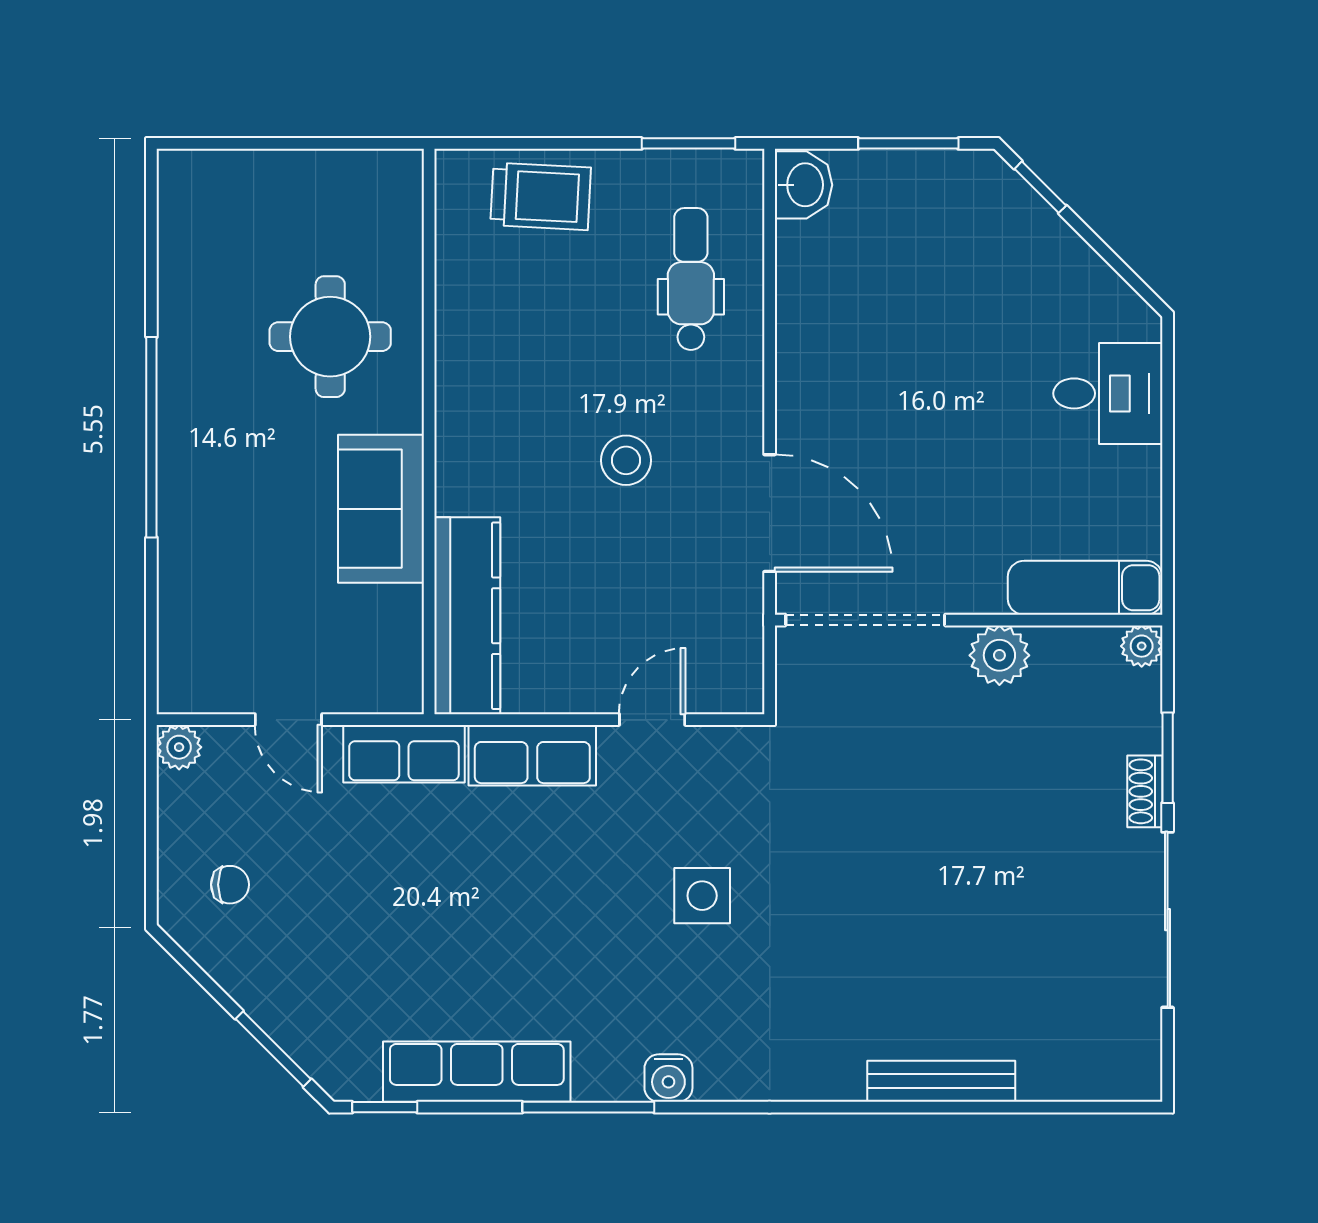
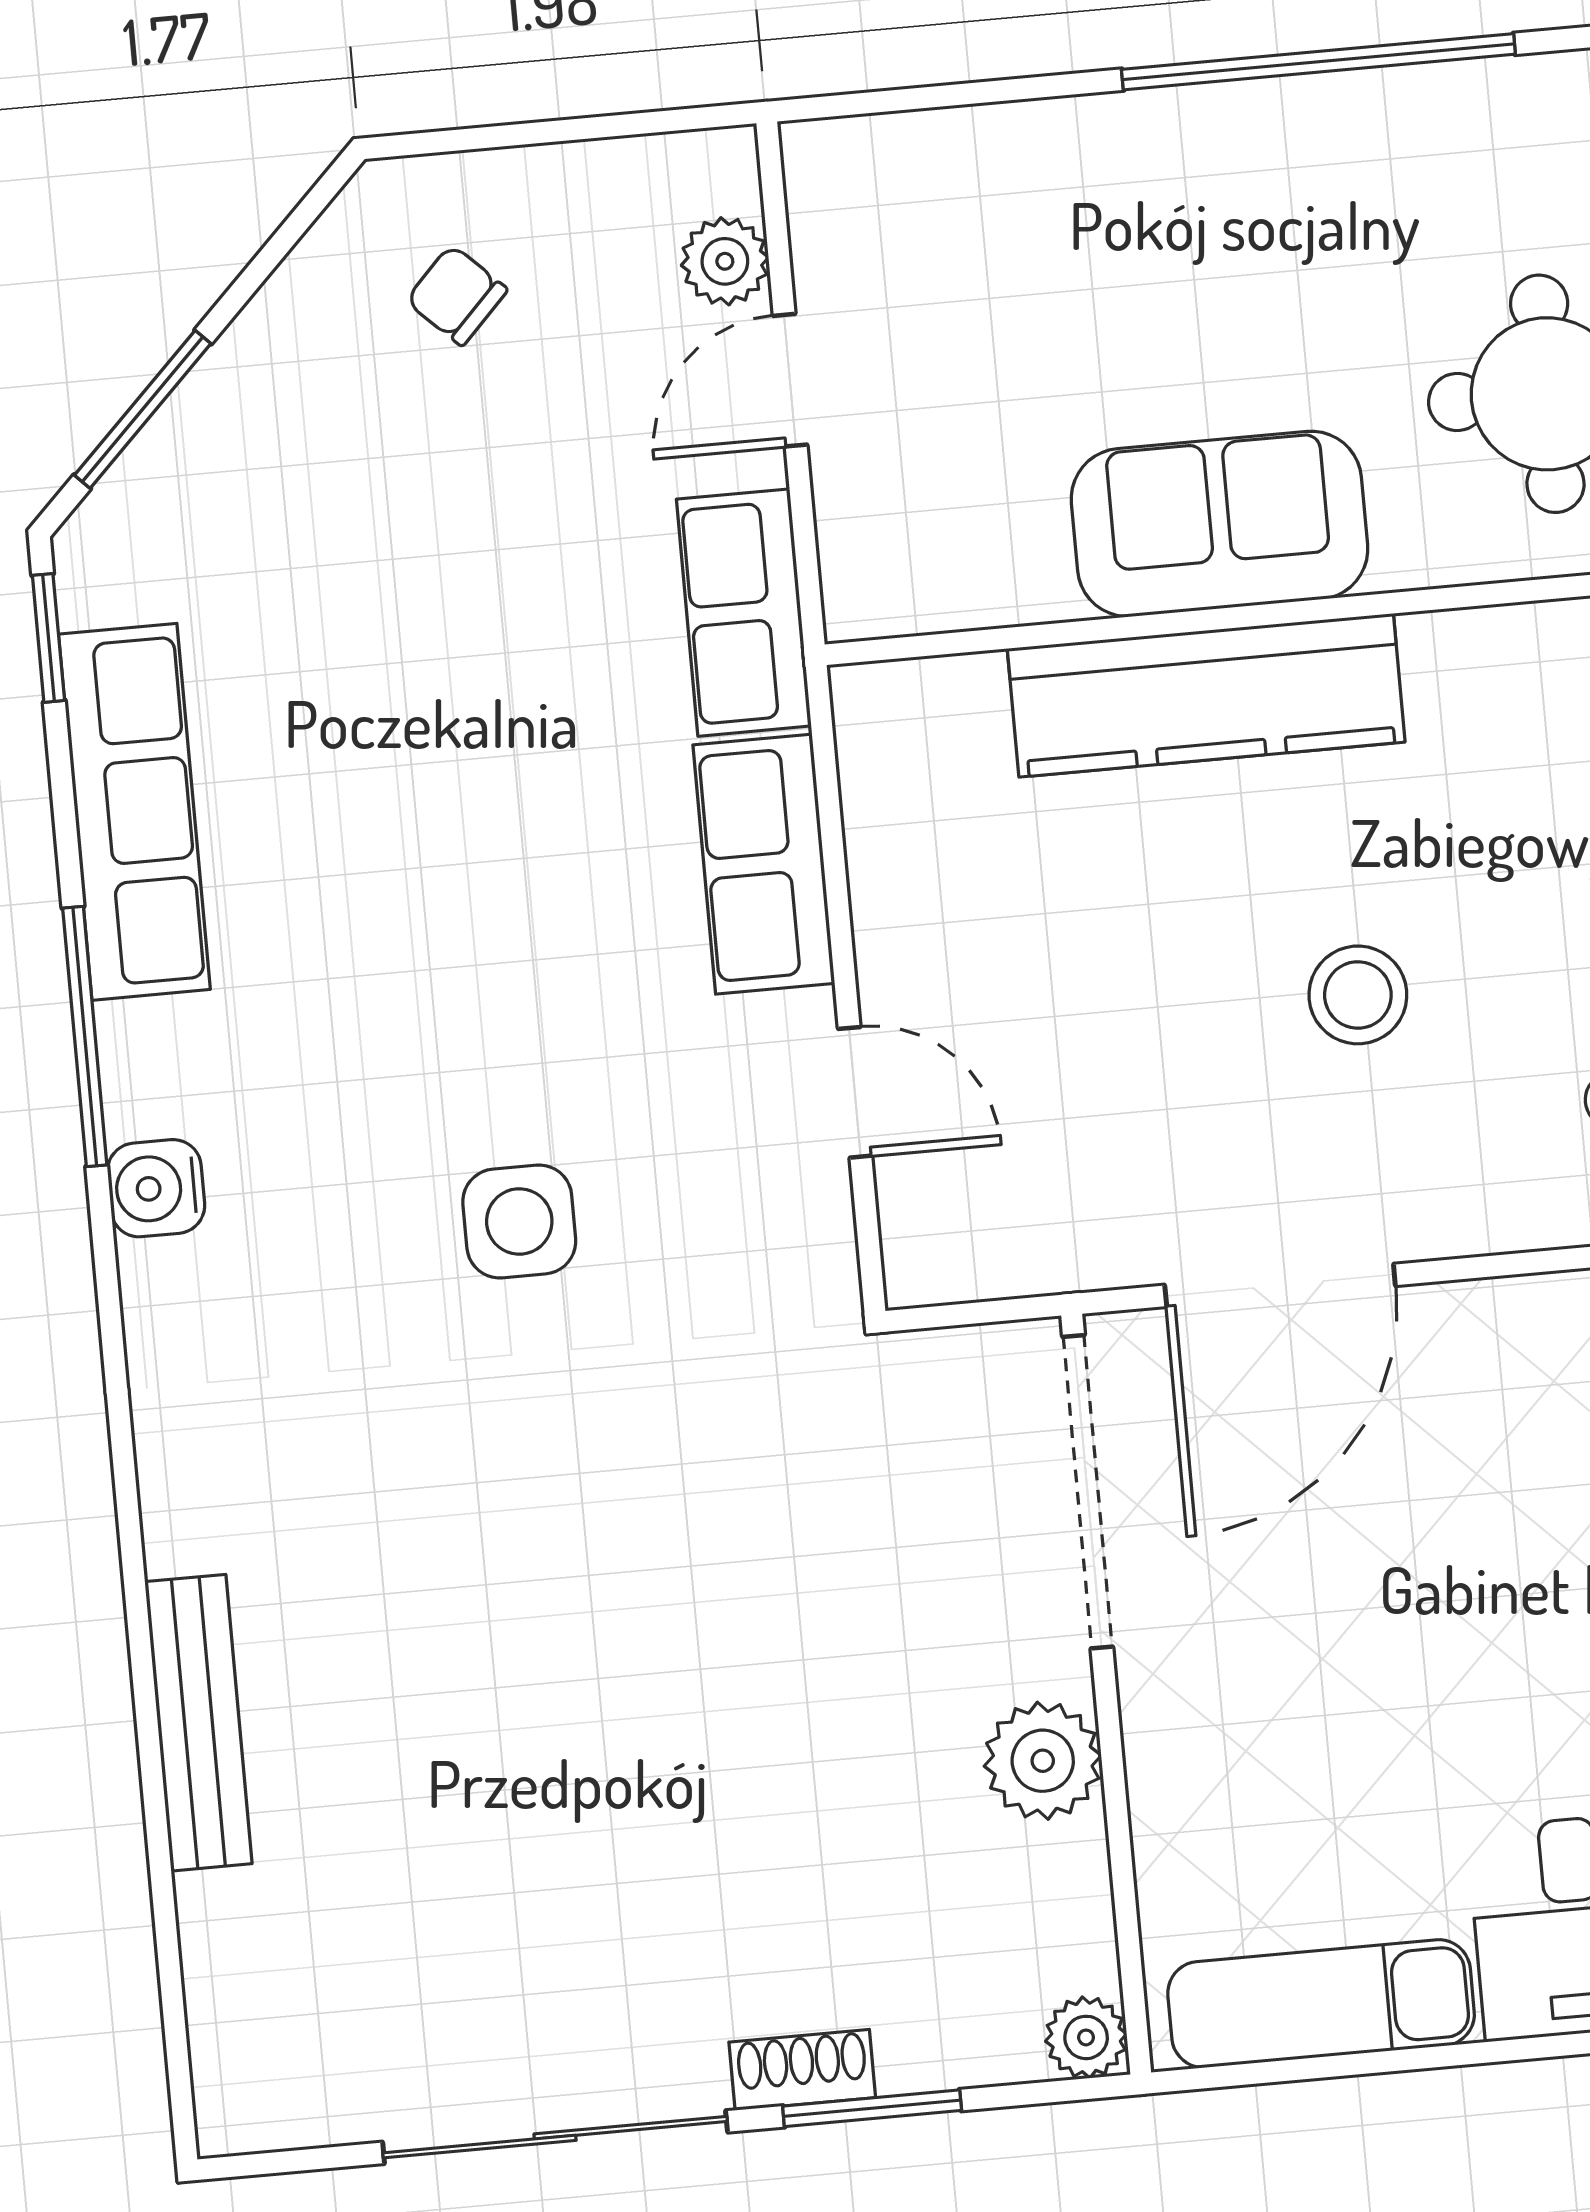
exam couch: (1085, 588) -> (1321, 2004), moved, turned -90
kitchen counter: (467, 616) -> (1206, 695), moved
plant: (179, 747) -> (725, 261), moved
chair: (230, 885) -> (457, 295), turned 134

